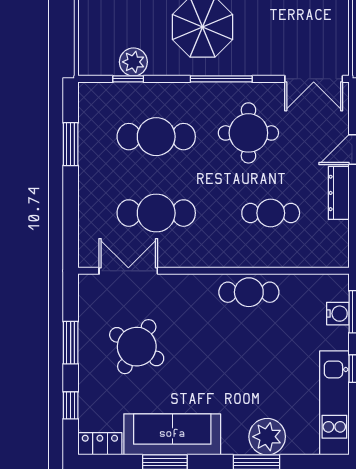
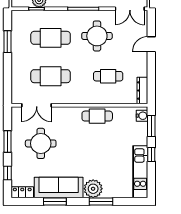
dresser: (339, 193) -> (142, 91), moved
double door: (128, 271) -> (37, 105), swing flipped
water cooler: (338, 314) -> (142, 116), moved
round table: (137, 347) -> (41, 143), turned -31
plant: (267, 437) -> (93, 189), moved

